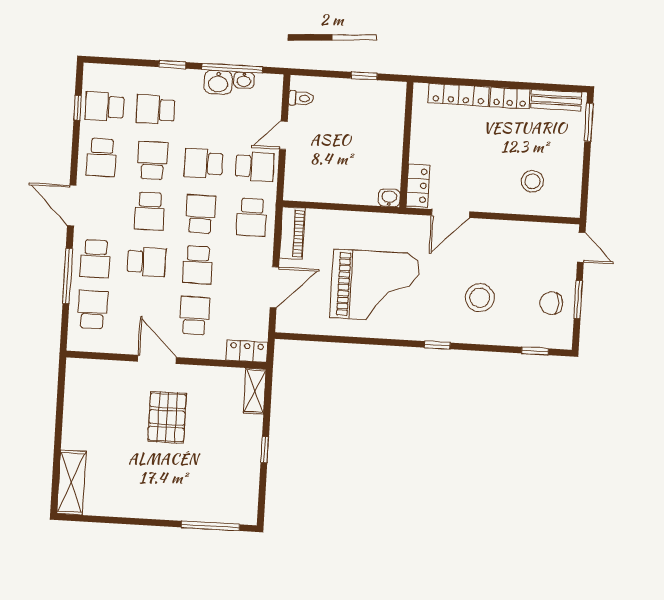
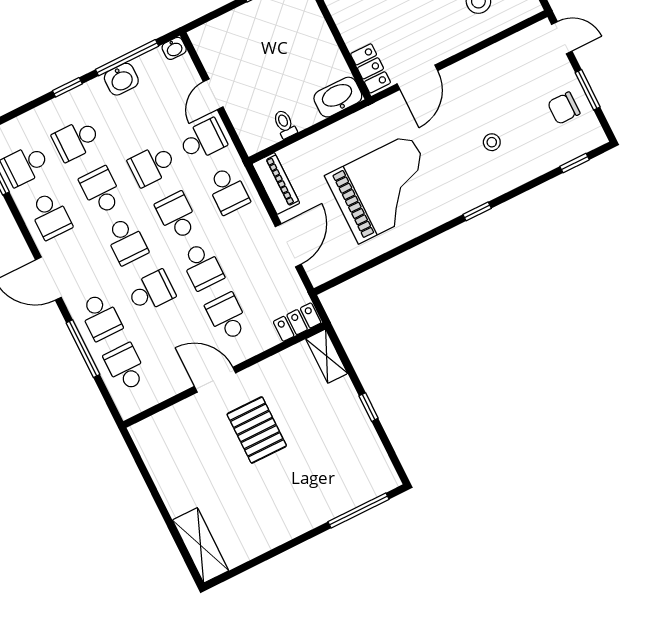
washbasin: (244, 80) -> (174, 48), moved
toilet: (301, 98) -> (285, 124), moved, turned -90
washbasin: (389, 198) -> (338, 97), width x1.91, depth x1.45
stool: (480, 298) -> (492, 142), width x0.53, depth x0.53

